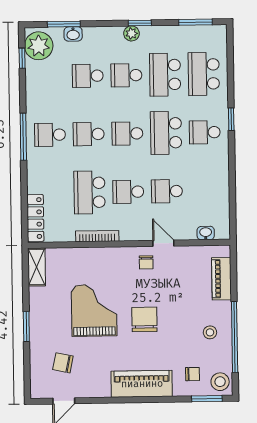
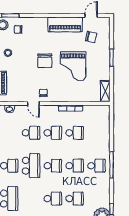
school desk: (165, 75) -> (31, 199), removed
school desk: (90, 192) -> (75, 133), width x0.54
locker: (35, 218) -> (105, 119), removed
piano: (142, 384) -> (65, 24), moved

